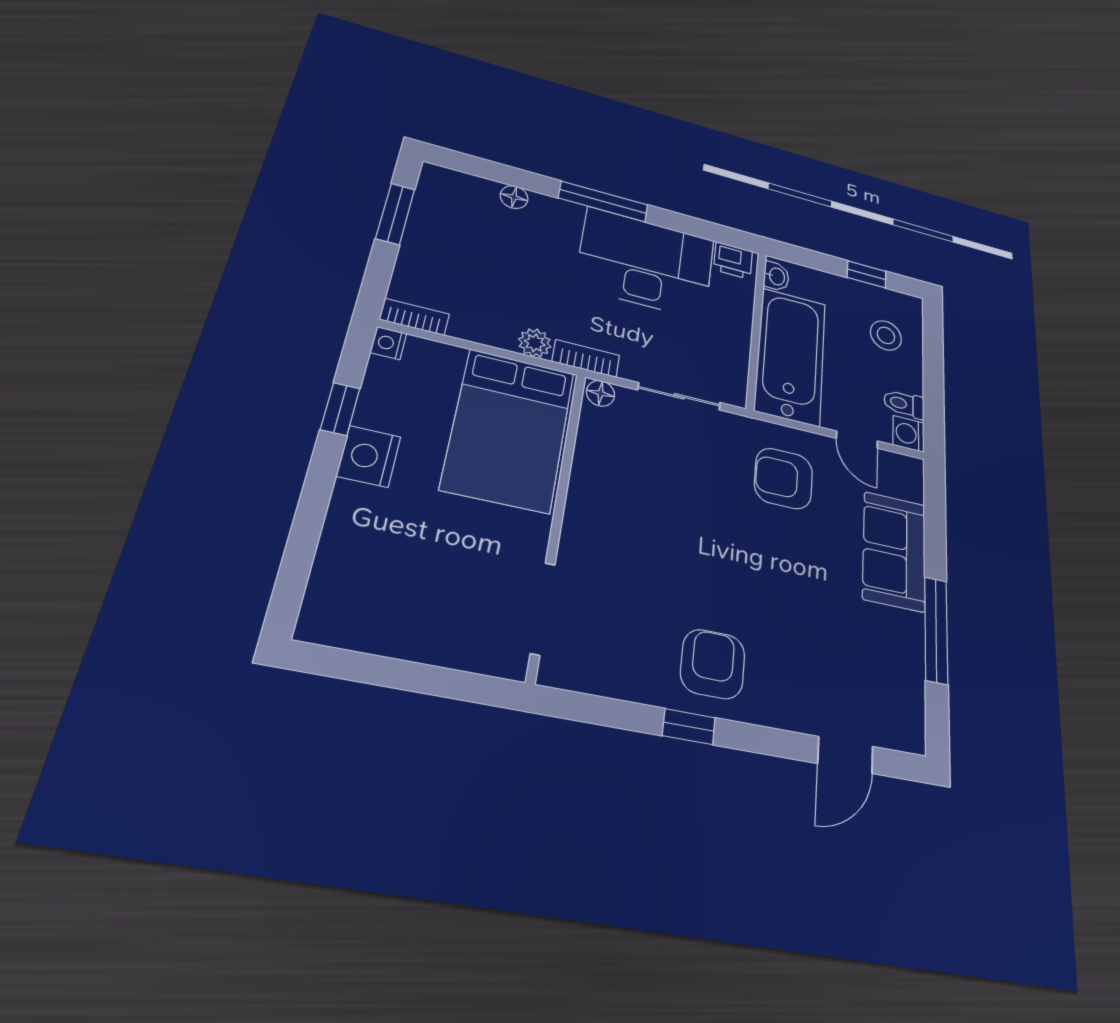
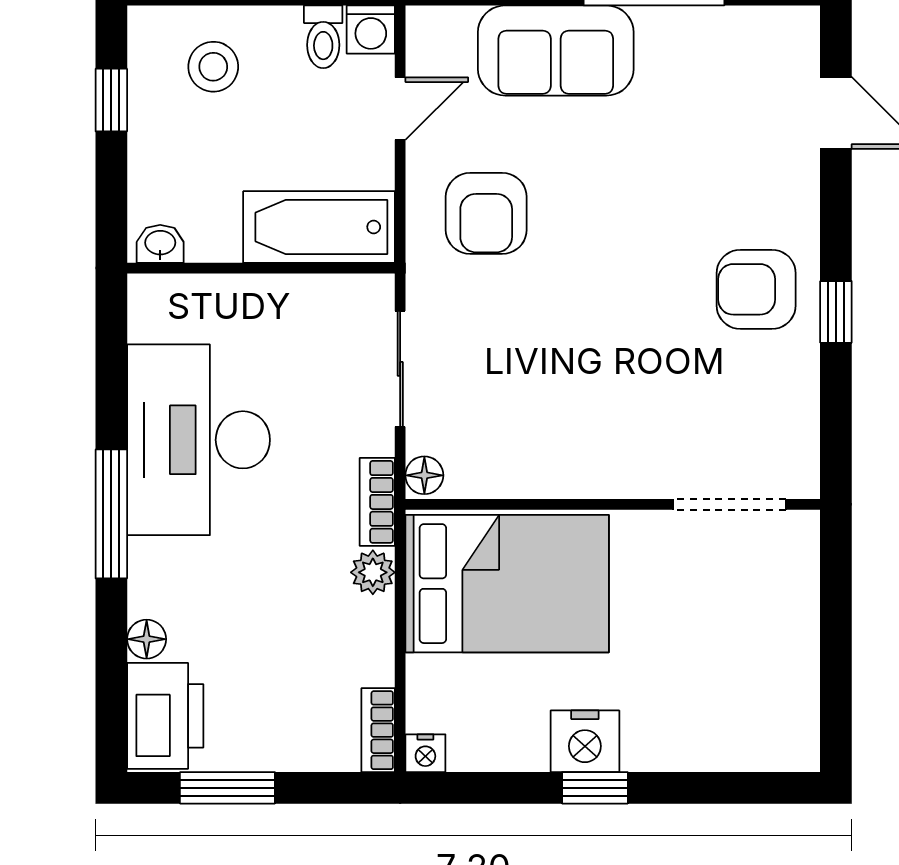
printer: (733, 260) -> (165, 716), moved, width x1.87, depth x1.48
bathtub: (791, 356) -> (319, 227), width x0.73, depth x0.73
window: (340, 409) -> (595, 788), moved

